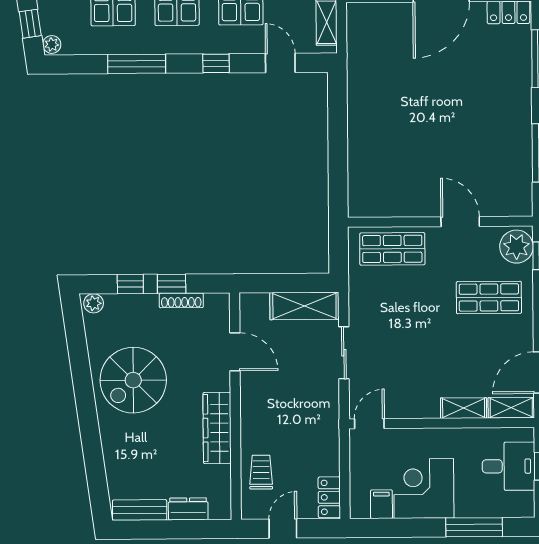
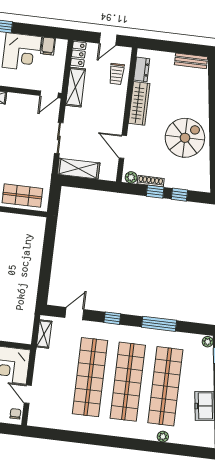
door: (280, 63) -> (74, 314), swing flipped
plant: (94, 303) -> (131, 177), moved
shelving: (327, 441) -> (76, 87), added
dresser: (188, 509) -> (142, 69), moved, turned -90

